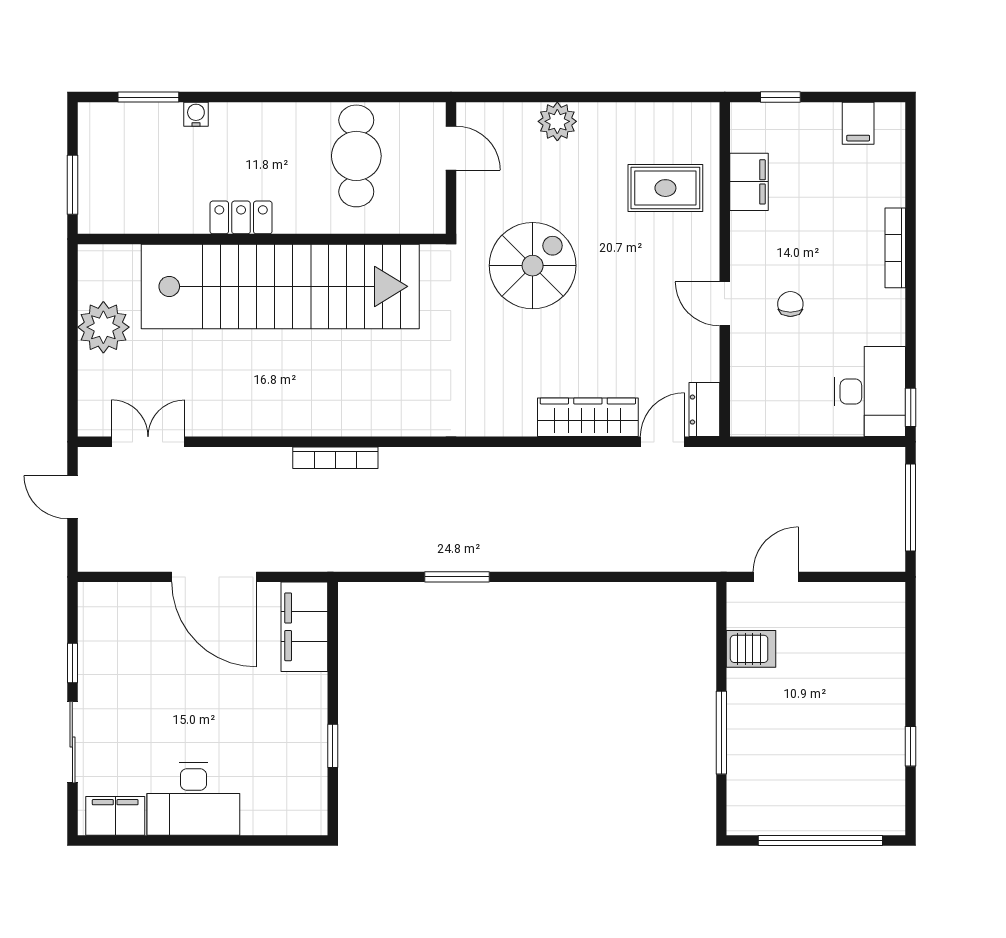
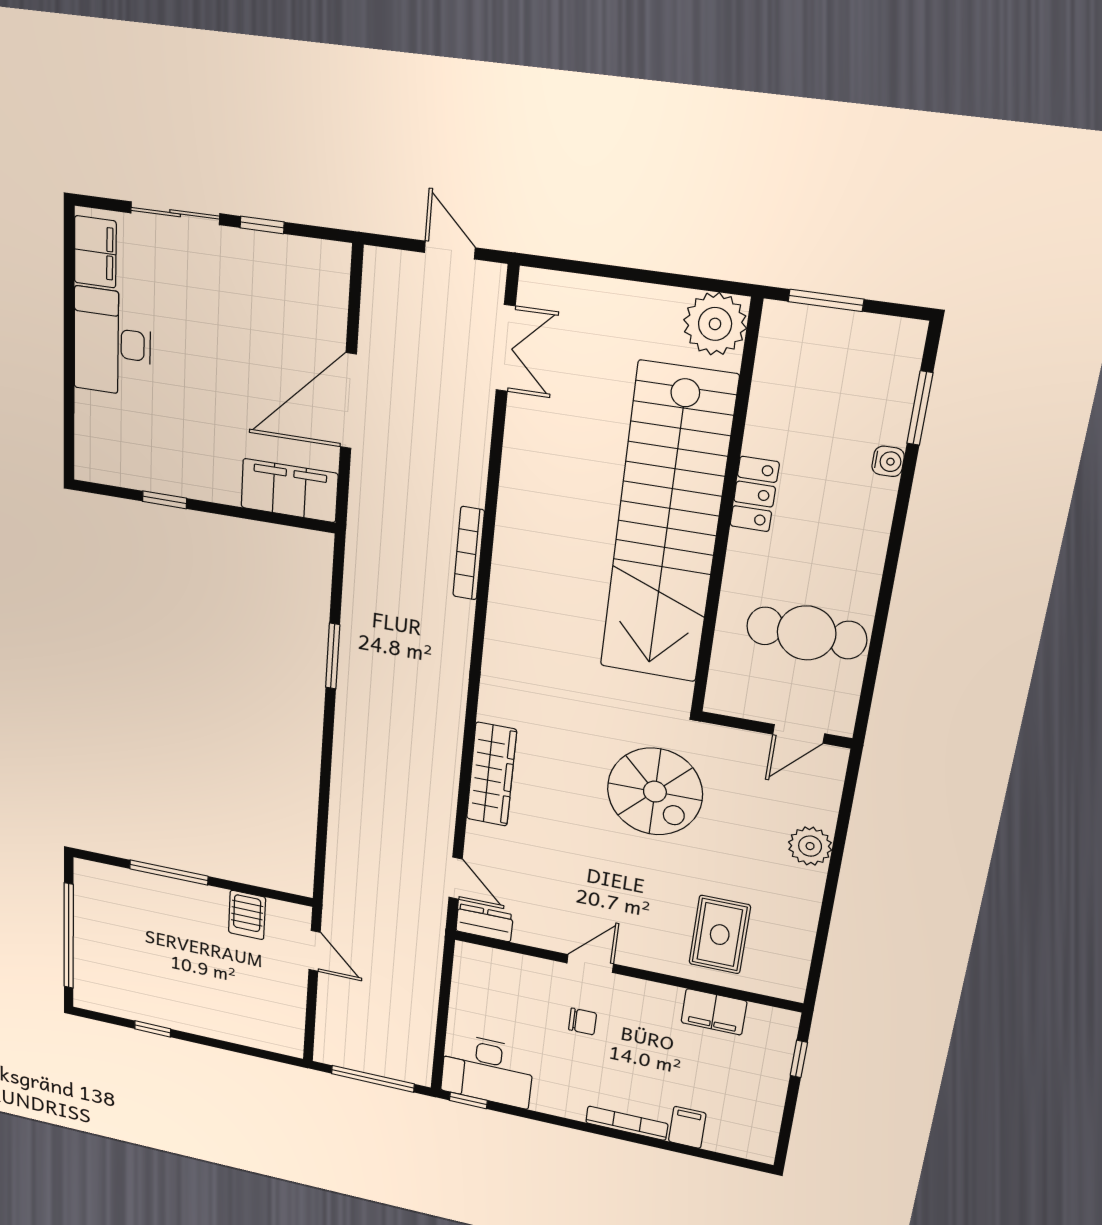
filing cabinet: (858, 123) -> (687, 1127), moved, turned 90
plant: (103, 327) -> (715, 324), moved
wardrobe: (588, 417) -> (491, 774), moved
door: (72, 497) -> (450, 250), hinge flipped

